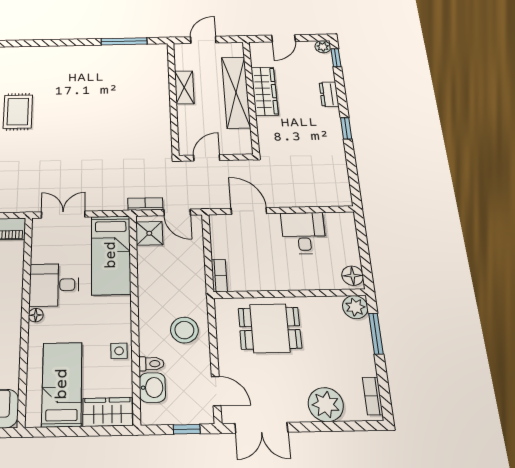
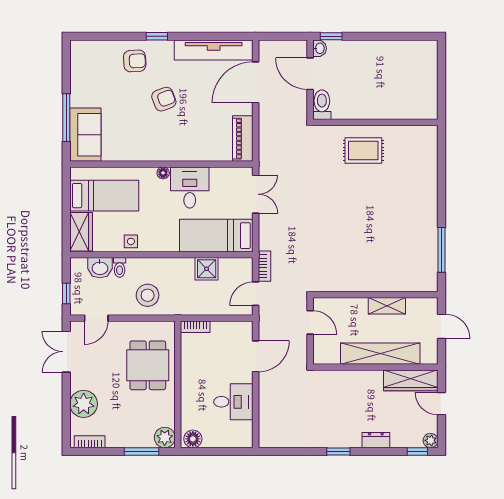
wardrobe: (264, 91) -> (411, 380), moved
shower: (149, 233) -> (207, 269), moved

